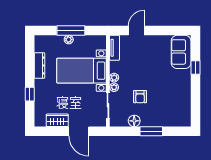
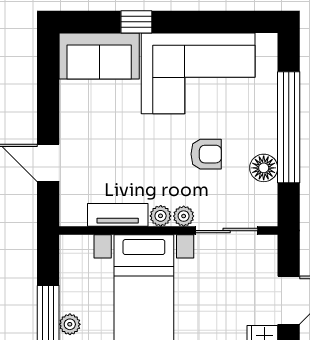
tv unit: (115, 48) -> (118, 215), moved
corner sofa: (174, 93) -> (198, 73), added
window: (151, 131) -> (289, 127), width x2.11

